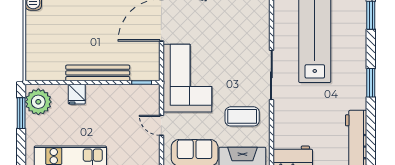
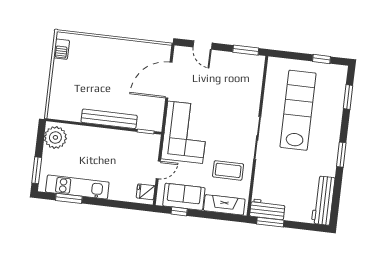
fridge: (77, 94) -> (146, 192), moved, turned 90
window: (21, 113) -> (37, 170), moved
door: (161, 125) -> (158, 170), swing flipped

